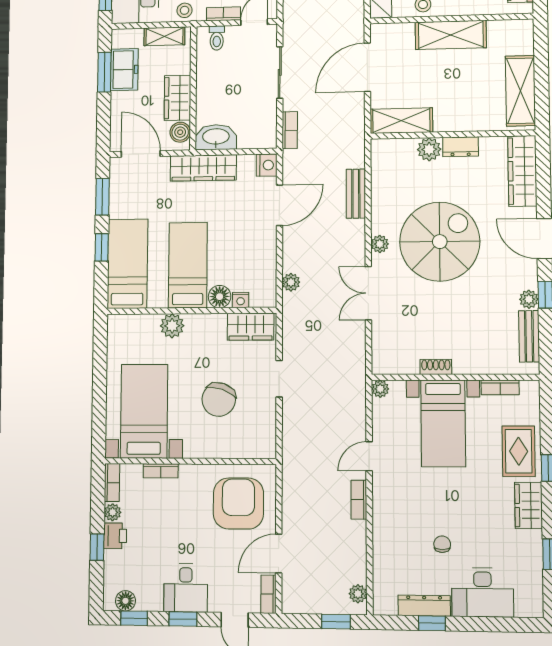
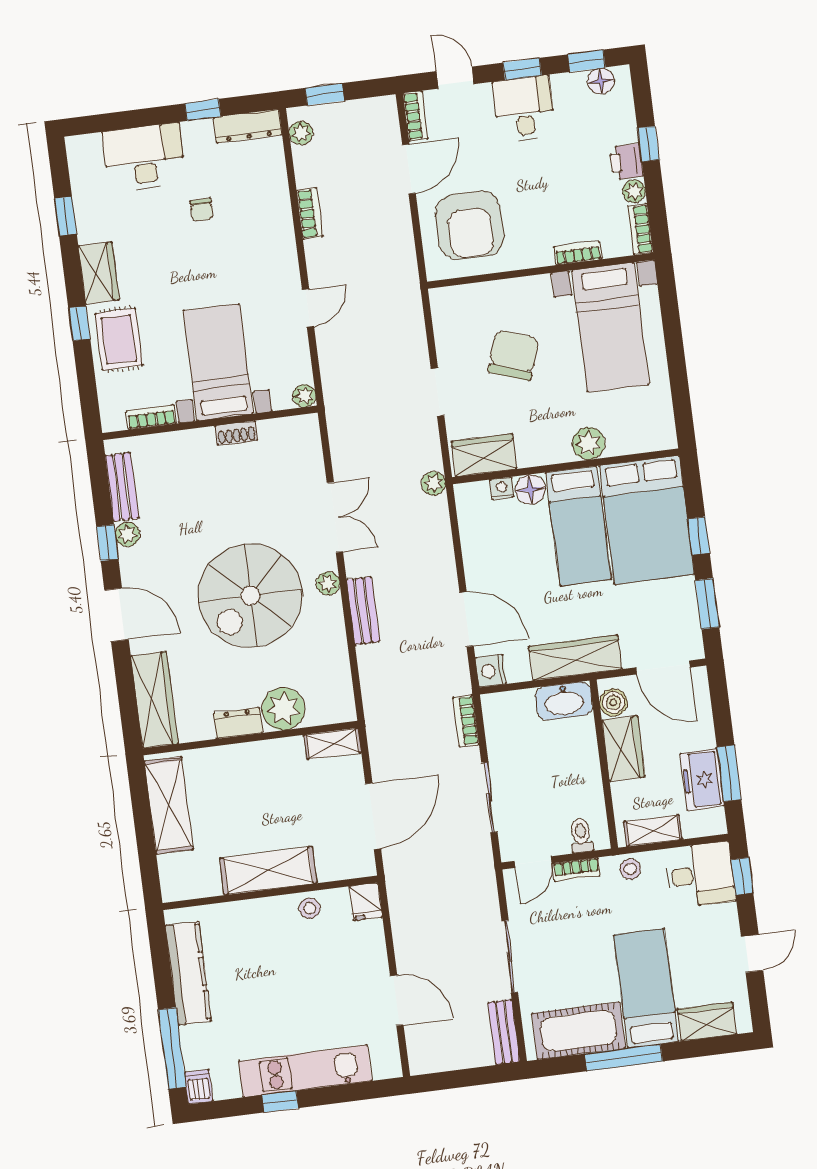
shelving: (401, 121) -> (333, 744), width x0.67, depth x0.75
plant: (429, 149) -> (283, 709), width x1.36, depth x1.36
bench: (356, 194) -> (363, 611), moved
door: (279, 205) -> (467, 619), swing flipped
bed: (128, 264) -> (647, 520), width x1.50
plant: (291, 282) -> (434, 483), moved
bookcase: (359, 500) -> (310, 214), moved
dresser: (424, 606) -> (248, 126), moved

